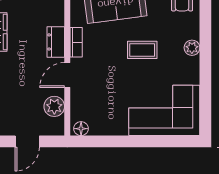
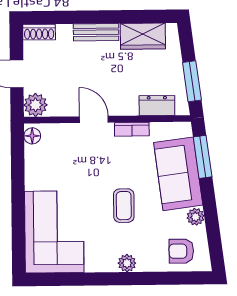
dresser: (56, 42) -> (157, 105), moved
plant: (54, 106) -> (35, 105), moved

